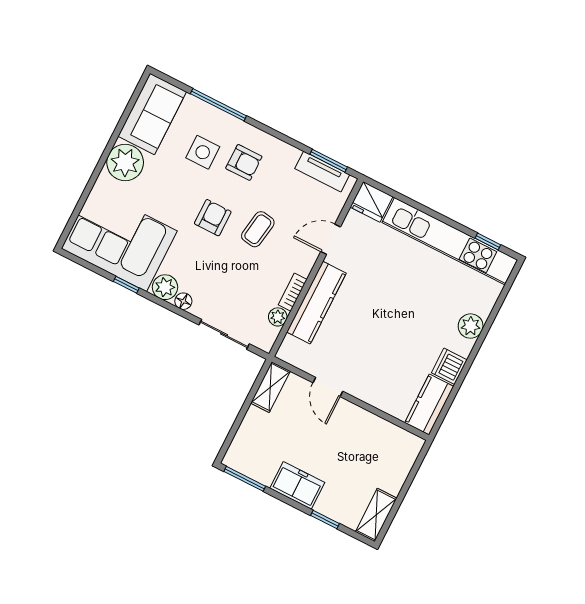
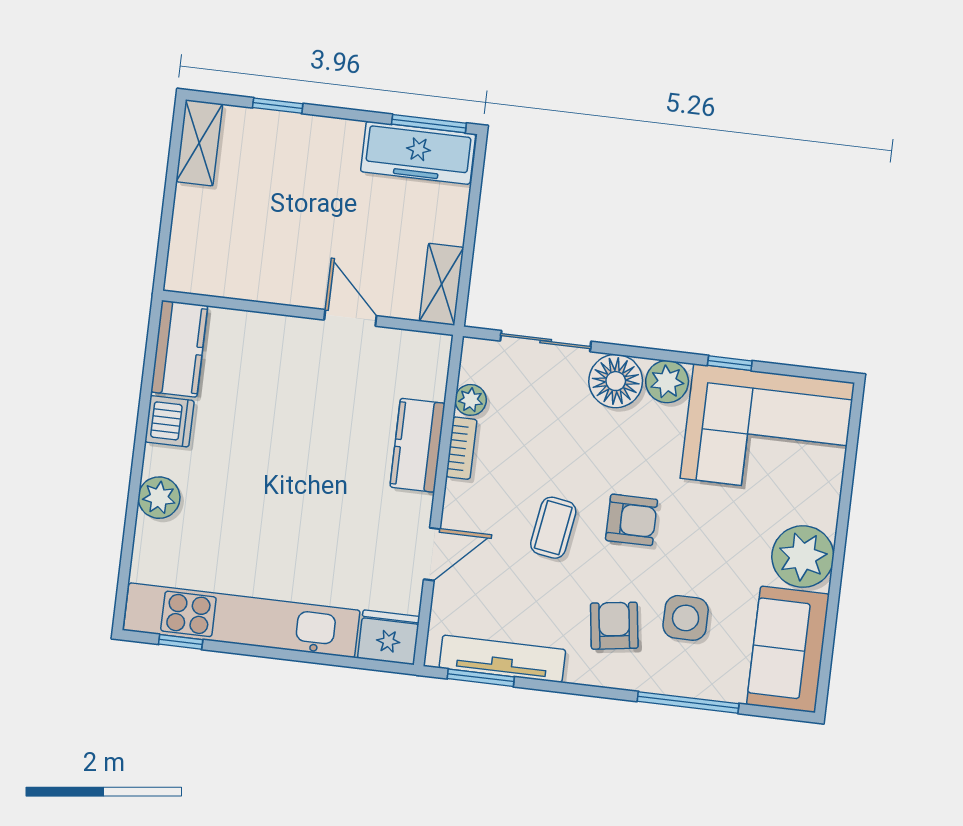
armchair: (244, 162) -> (614, 626), turned 82
tv unit: (322, 172) -> (502, 659), width x1.41
armchair: (213, 218) -> (632, 520), turned -90
floor lamp: (183, 301) -> (616, 381), width x1.89, depth x1.89
kitchen counter: (316, 303) -> (418, 445), width x0.67
freezer: (297, 485) -> (418, 153), moved, width x1.40

